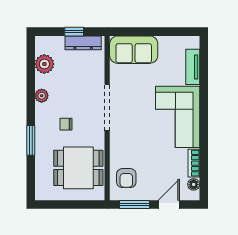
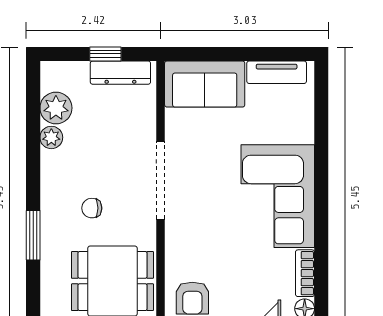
tv unit: (193, 67) -> (277, 72), moved, turned -90
plant: (42, 96) -> (51, 137), moved

